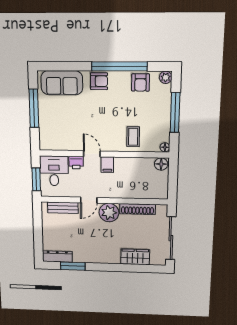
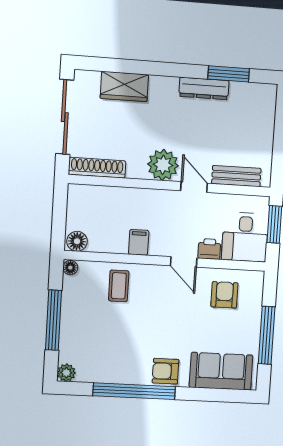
armchair: (140, 82) -> (224, 295), moved
filing cabinet: (107, 165) -> (139, 242), moved
door: (89, 200) -> (194, 187), hinge flipped
shoe rack: (137, 209) -> (97, 168), moved
dresser: (57, 256) -> (204, 88), moved

